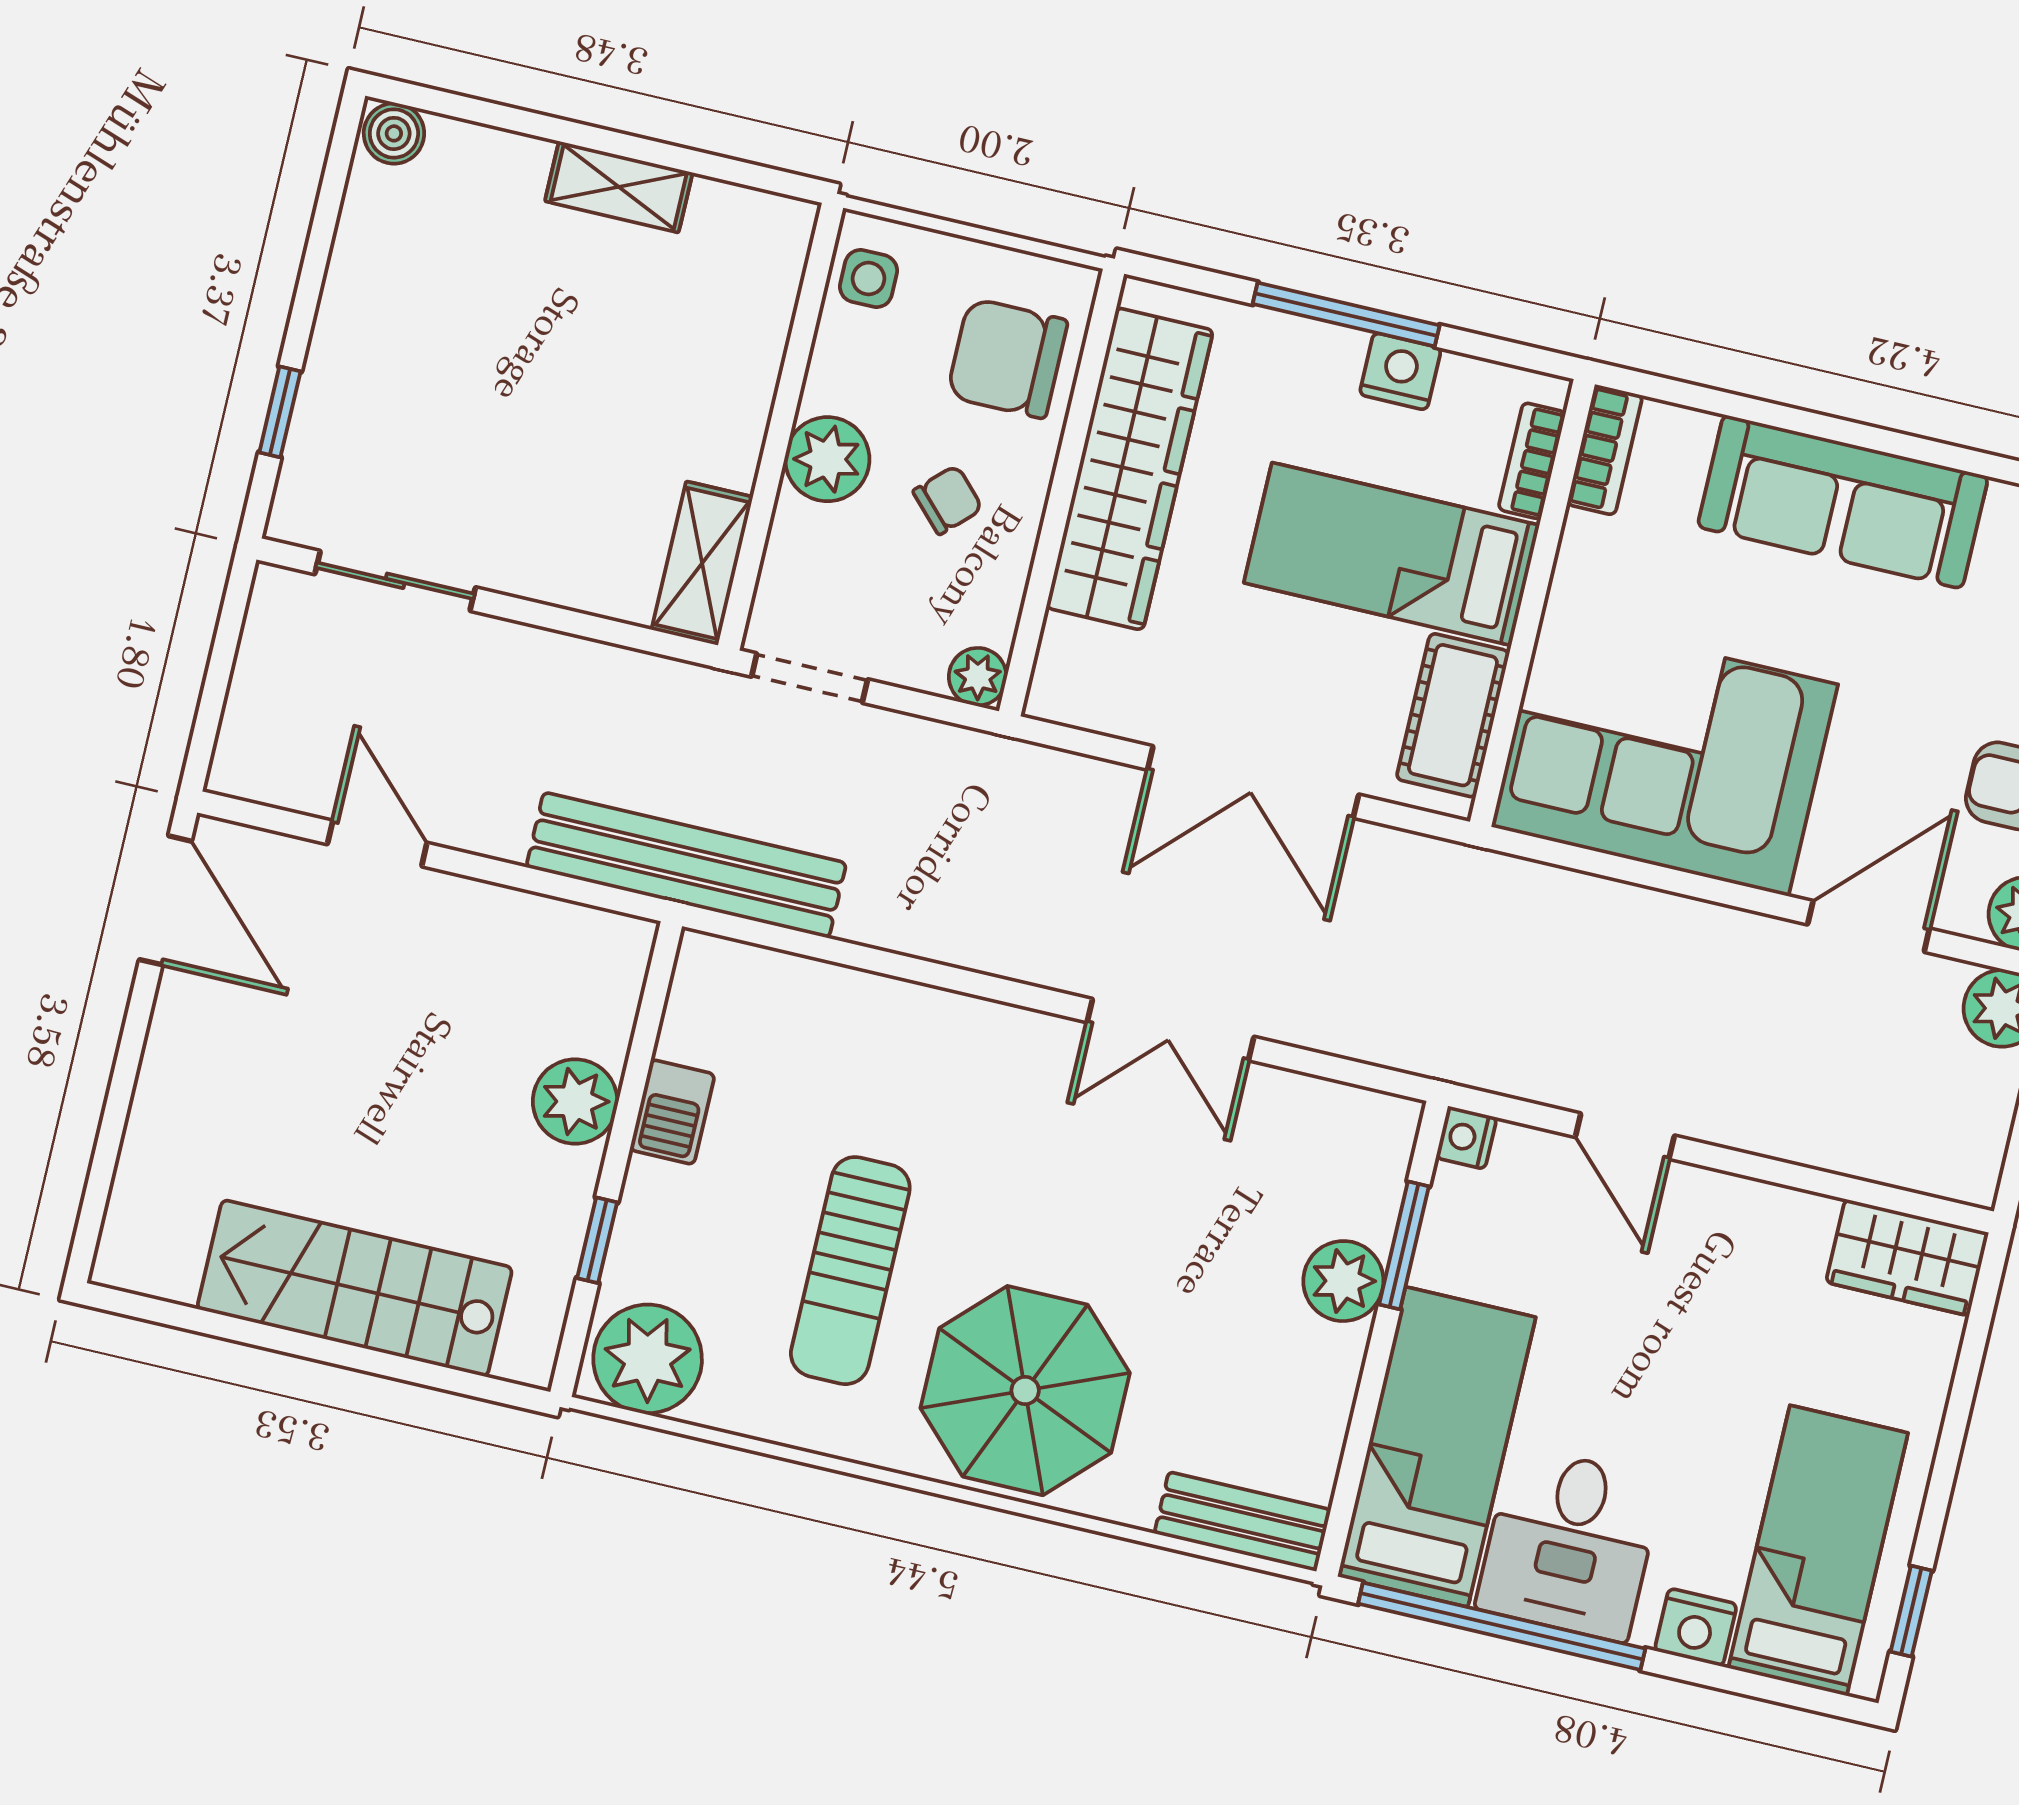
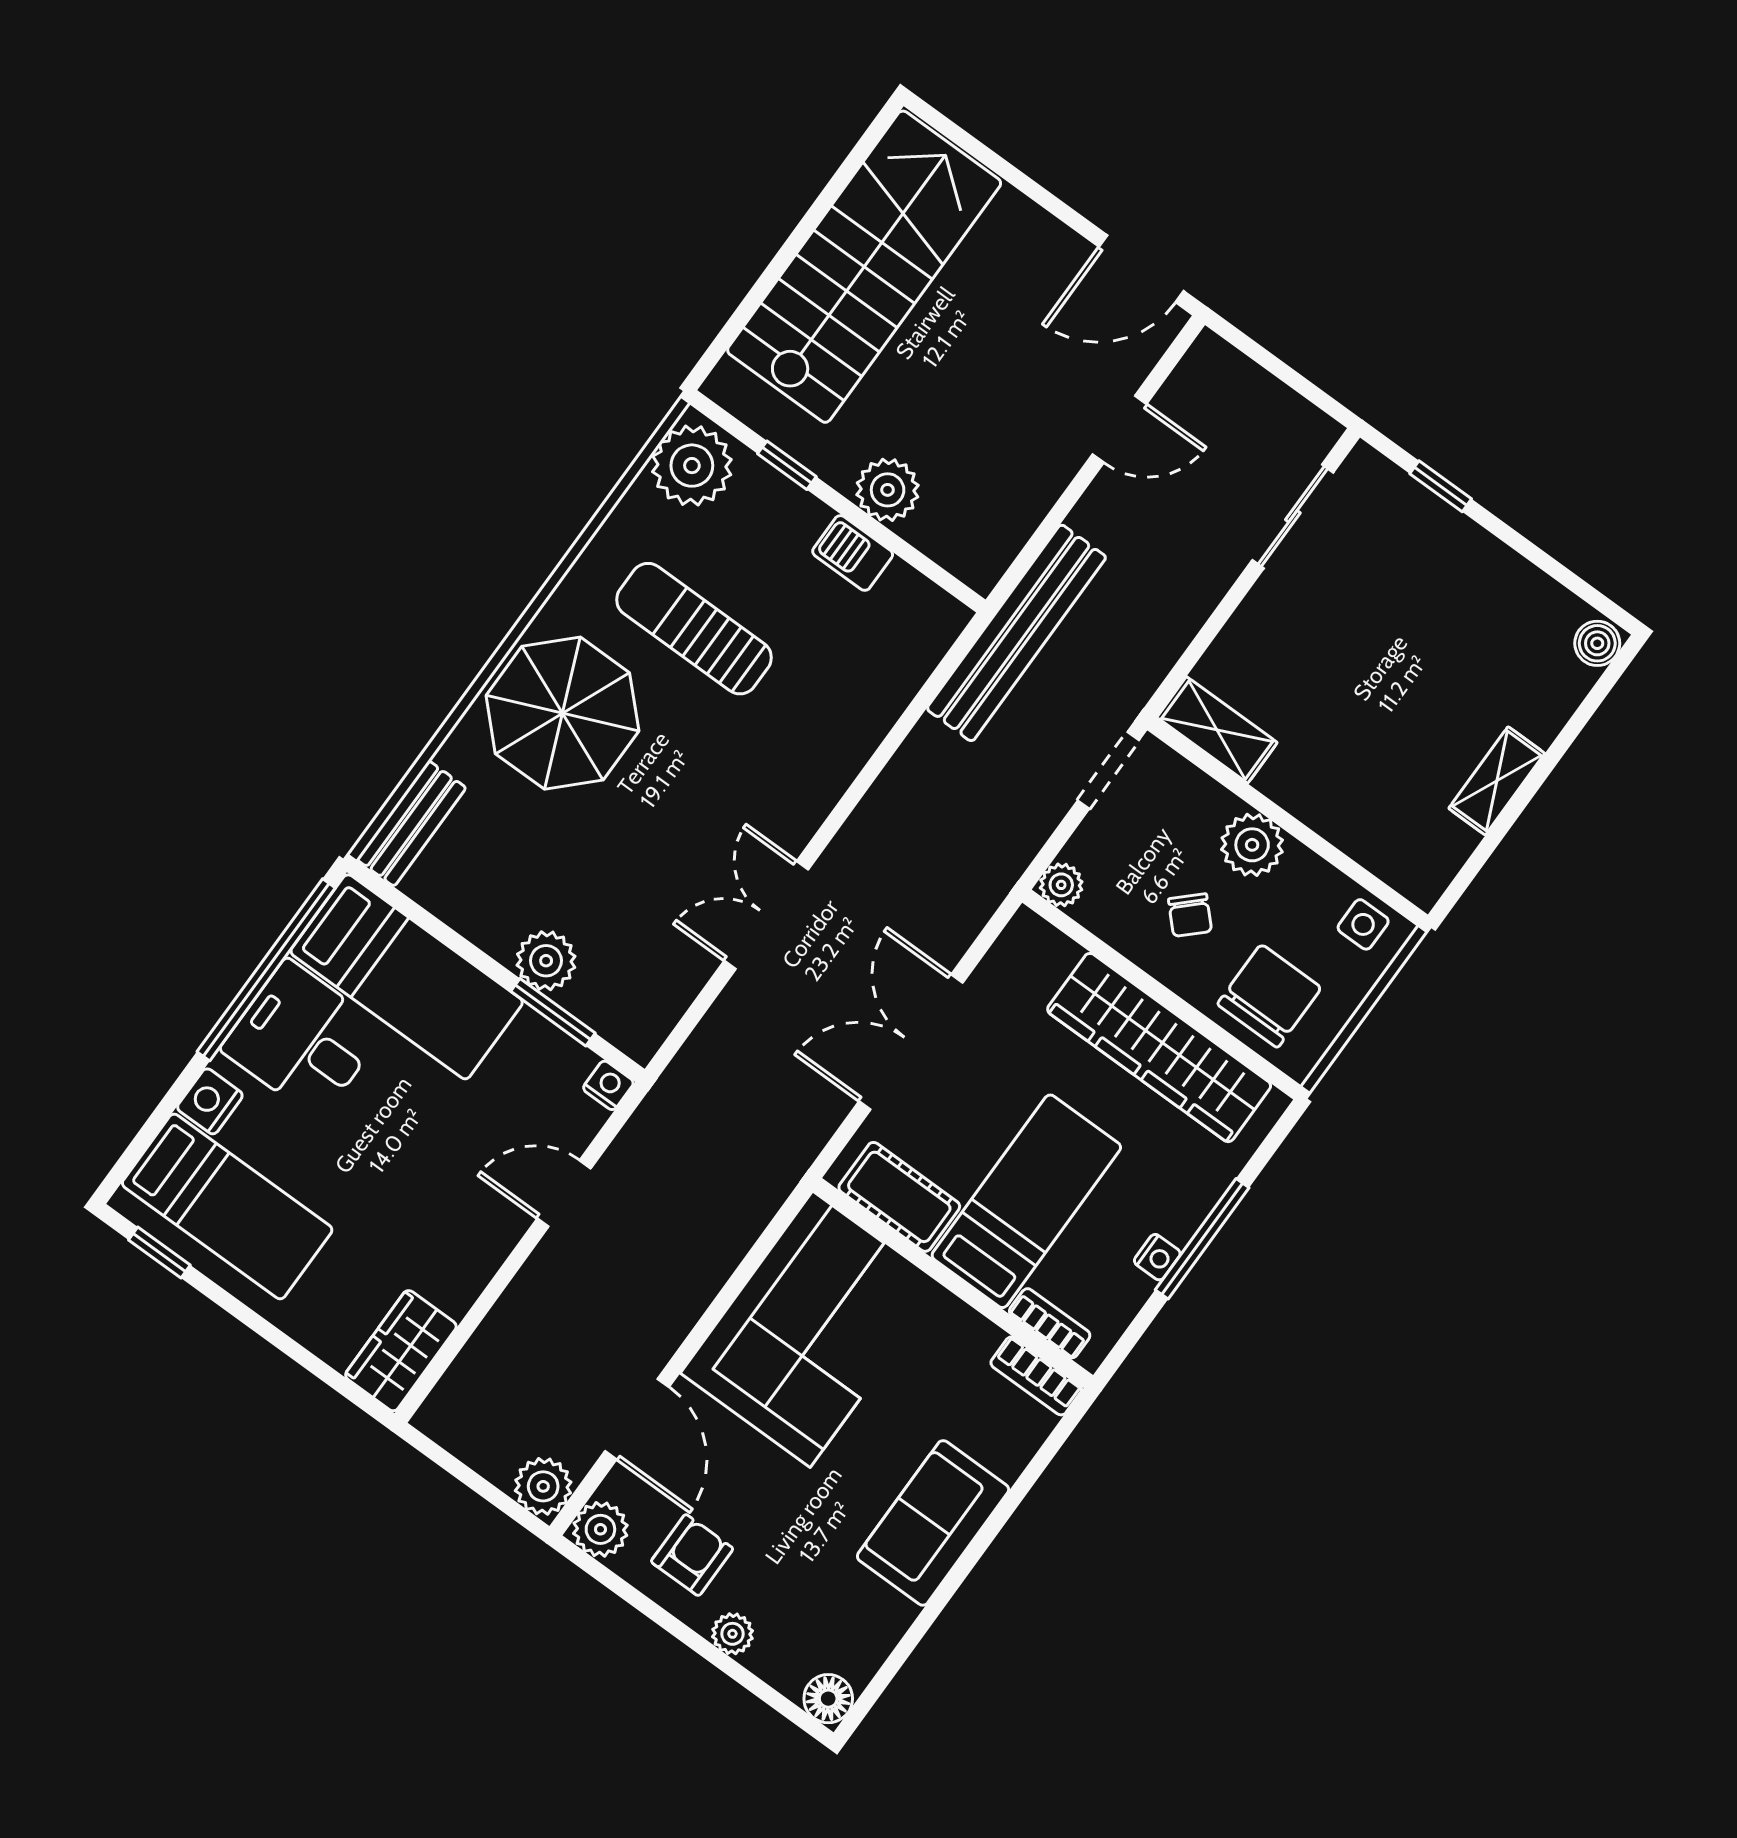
nightstand: (1400, 371) -> (1157, 1257), width x0.72, depth x0.74
sofa: (1843, 502) -> (933, 1523), width x0.73
stairs: (355, 1288) -> (864, 267), width x1.36, depth x1.51

